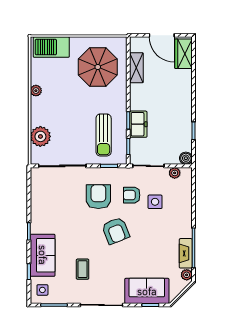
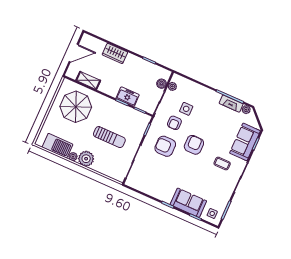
barbecue: (51, 47) -> (57, 146), moved, turned -90
wardrobe: (183, 54) -> (115, 53), moved
sun lounger: (104, 135) -> (109, 137), moved
plant: (40, 136) -> (86, 159), moved
boiler: (186, 158) -> (161, 84), moved
armchair: (116, 231) -> (194, 145), turned -68
coffee table: (83, 269) -> (222, 163), moved

